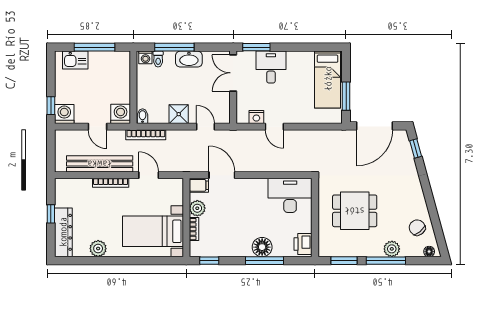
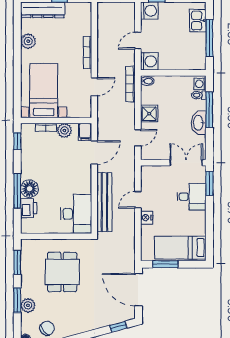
nightstand: (256, 117) -> (147, 218), moved
bench: (100, 164) -> (104, 202), moved
printer: (303, 244) -> (29, 208), moved, turned 90
window: (386, 261) -> (17, 300), width x0.69

